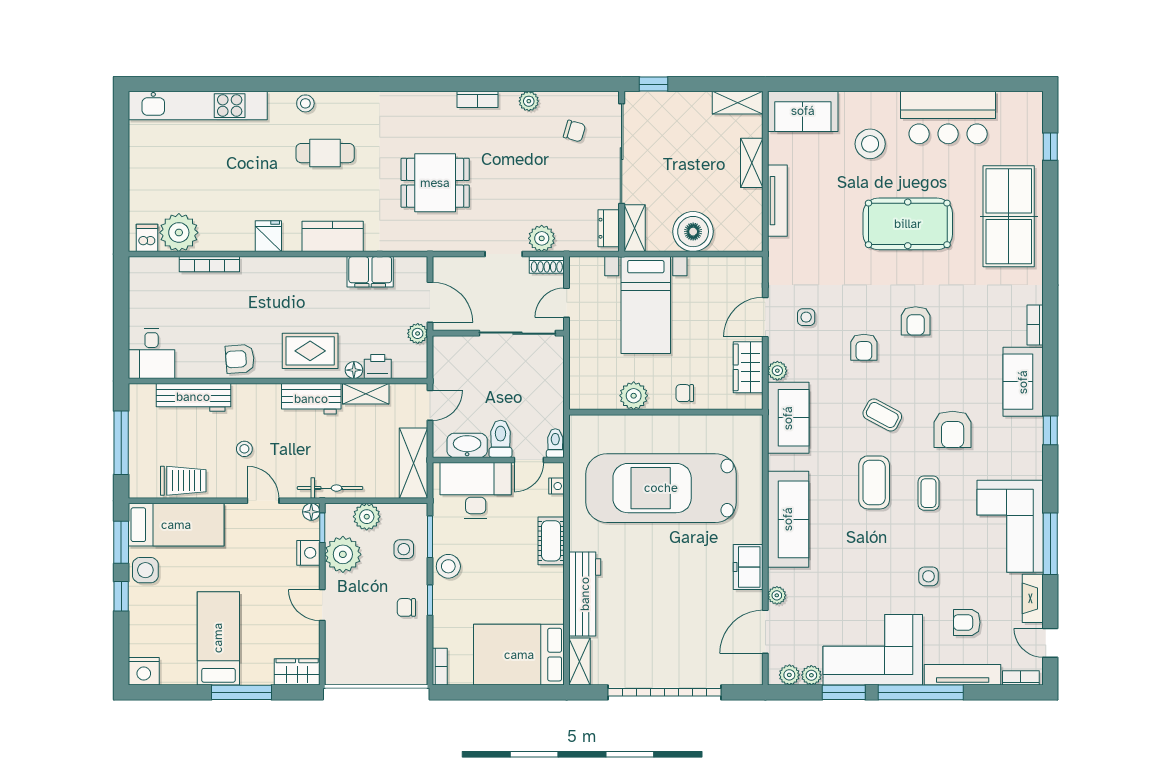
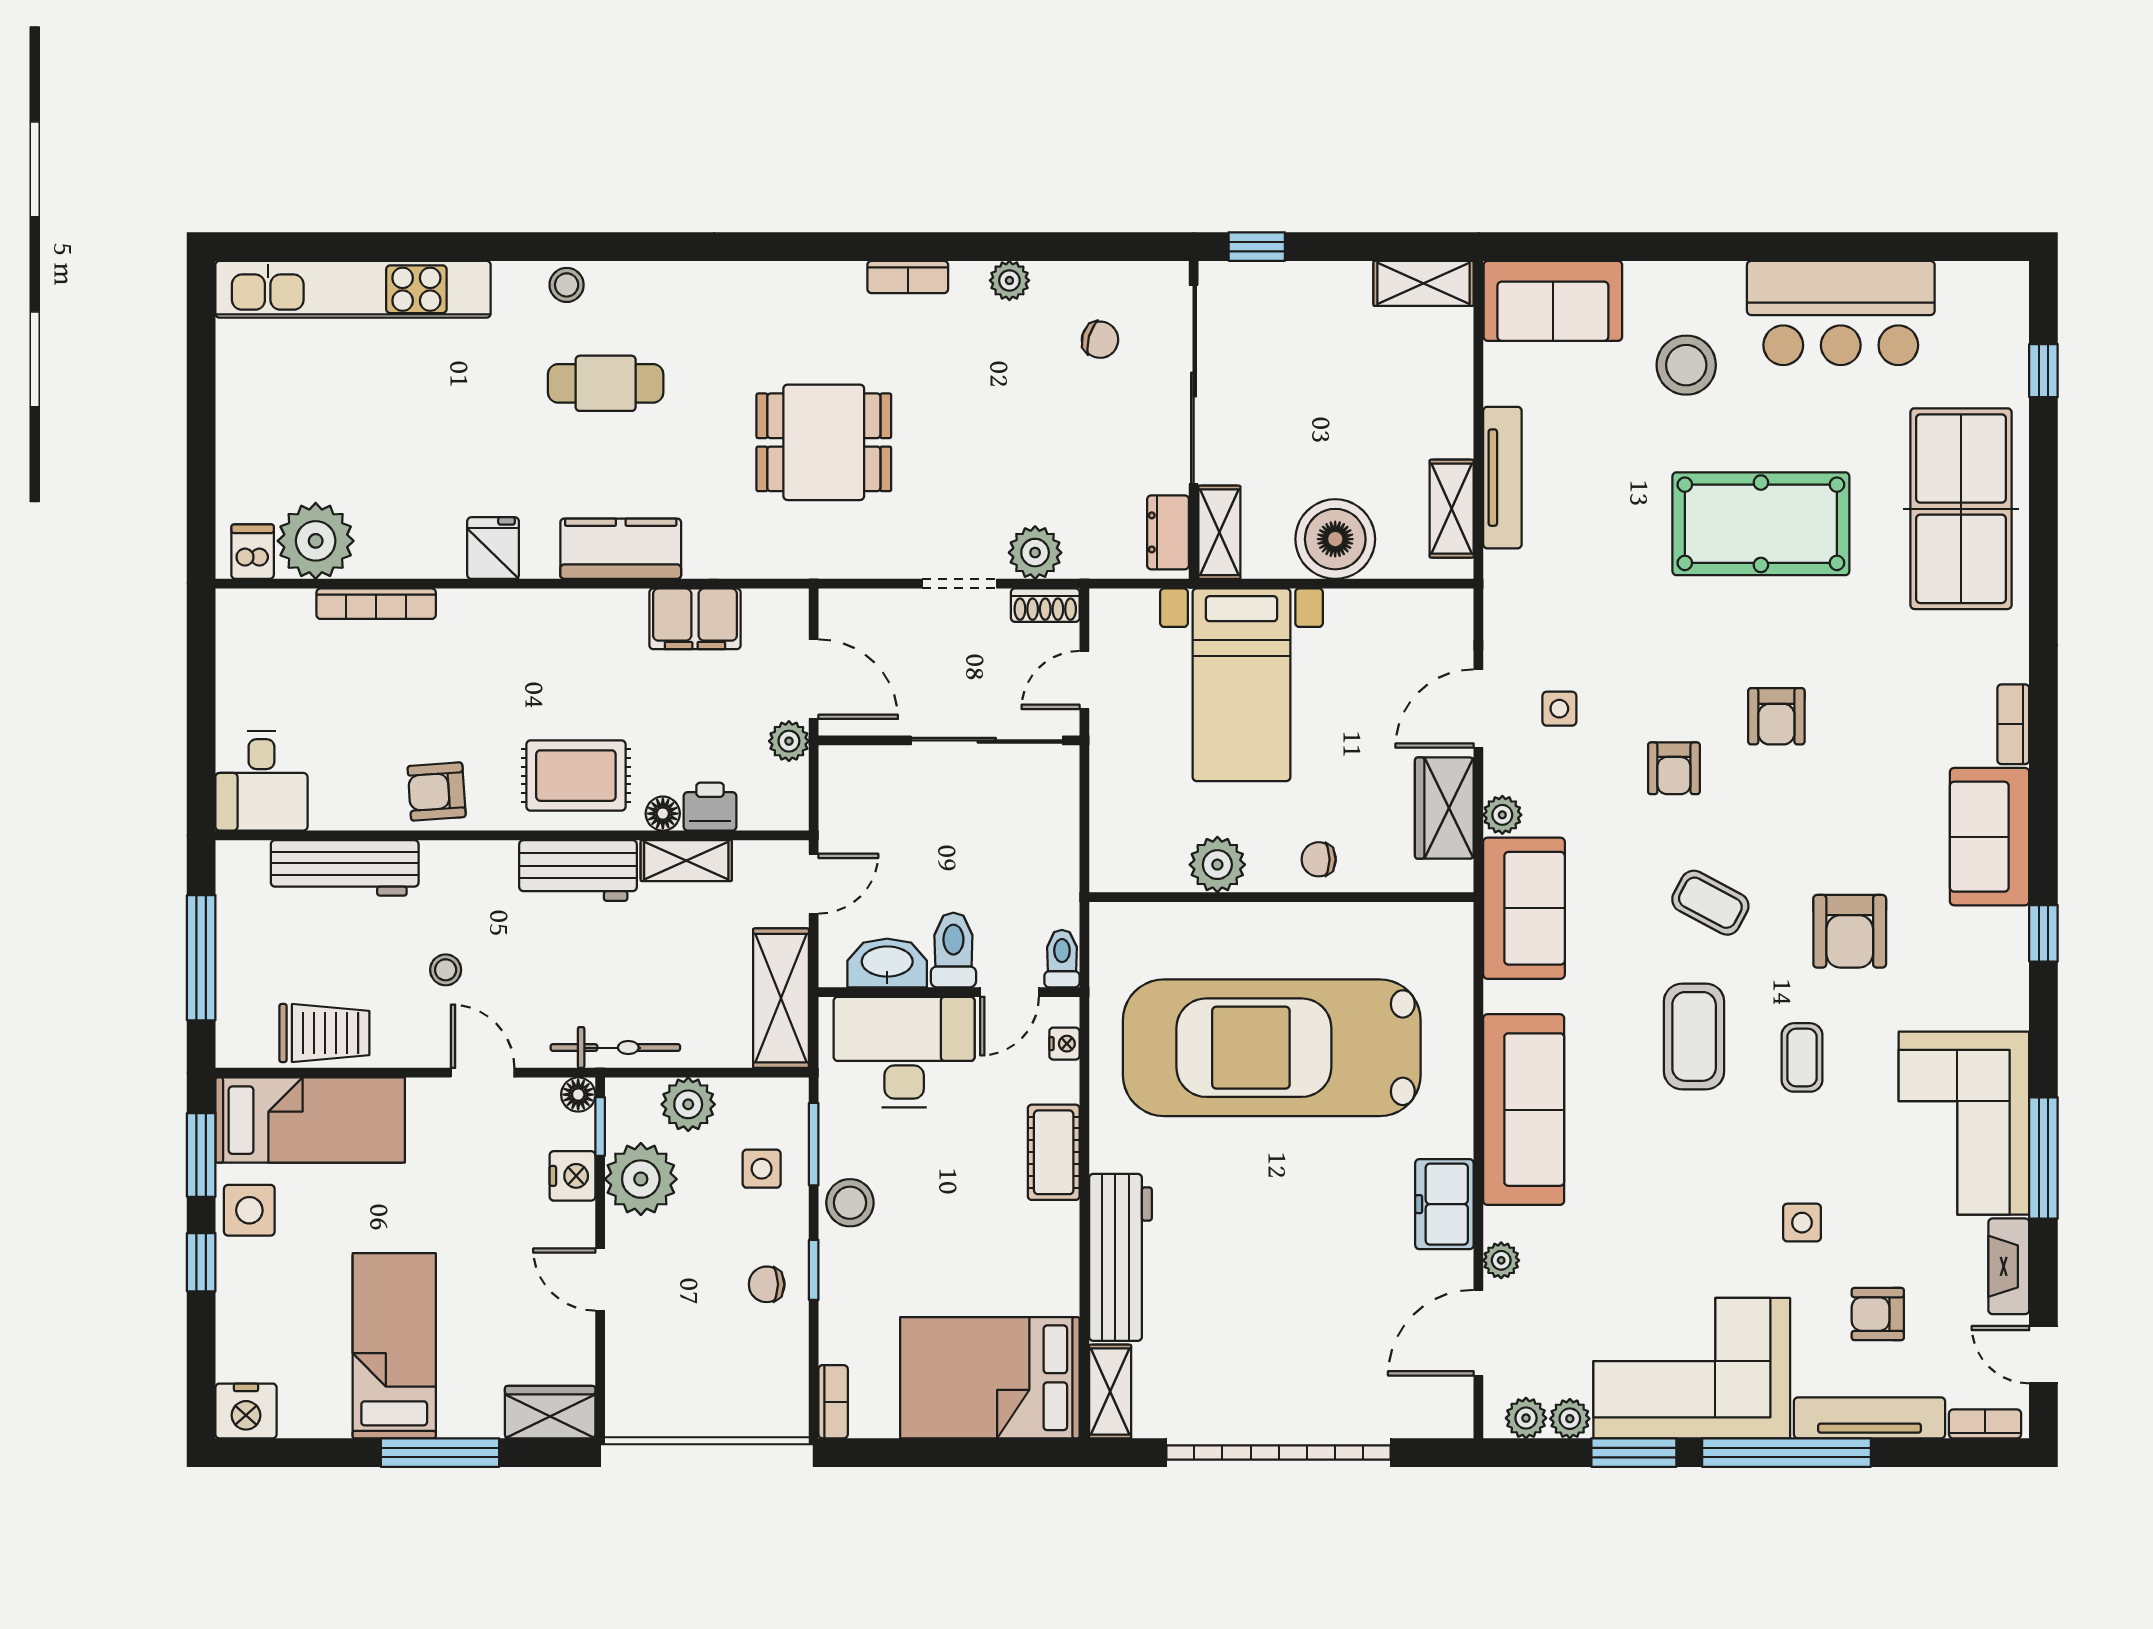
shelving: (752, 163) -> (1452, 509), moved

